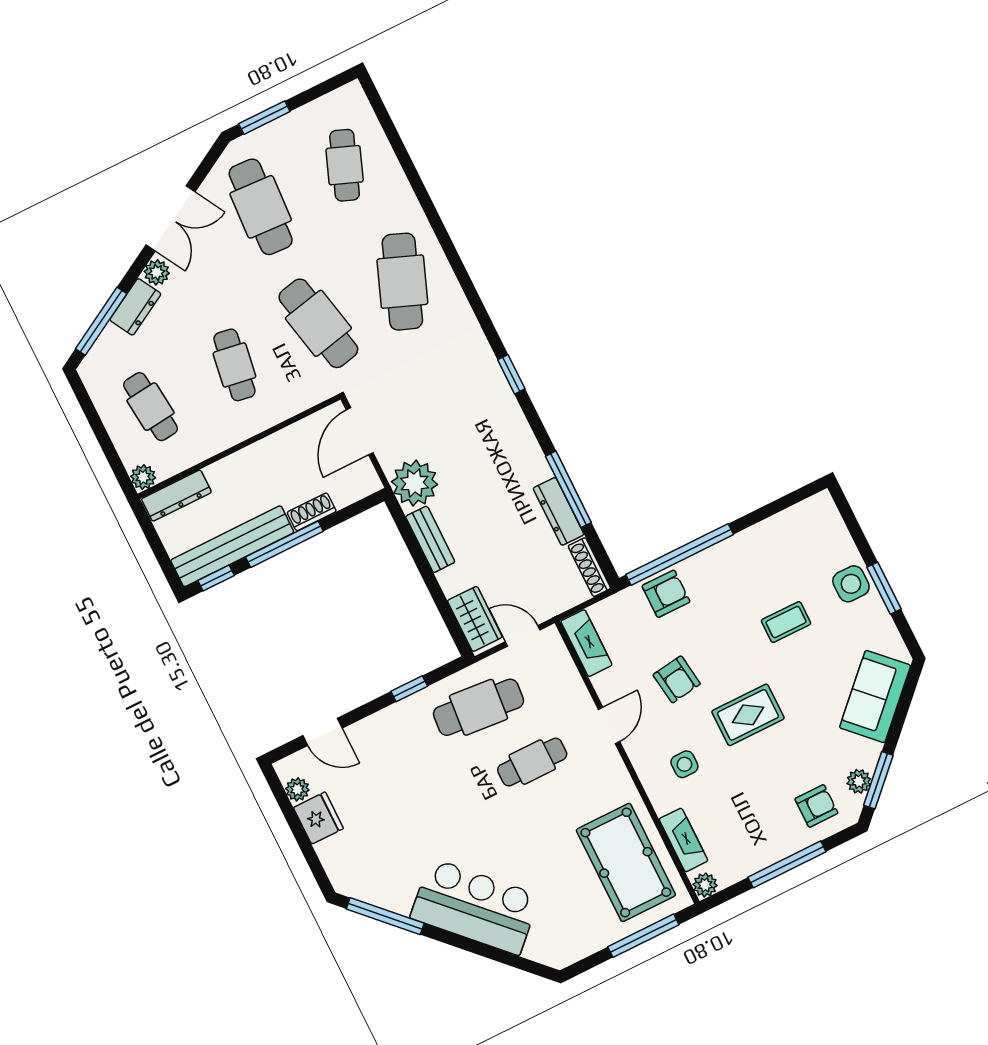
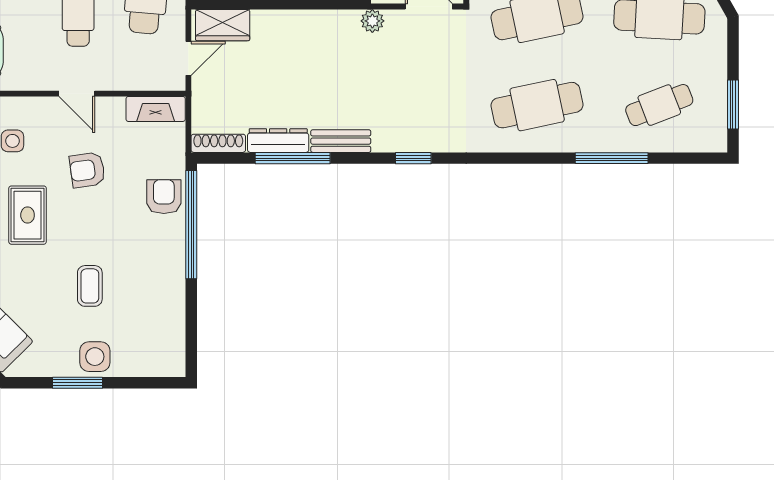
window: (264, 118) -> (733, 104), moved
cafe table: (345, 165) -> (659, 105), turned -42
window: (418, 185) -> (612, 158), added
cafe table: (402, 282) -> (537, 105), turned -33
plant: (415, 483) -> (372, 21), width x0.53, depth x0.53
bench: (430, 539) -> (341, 141), moved
armchair: (666, 594) -> (164, 197), turned 180

